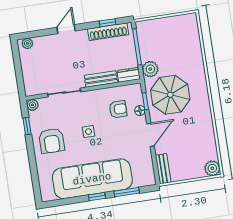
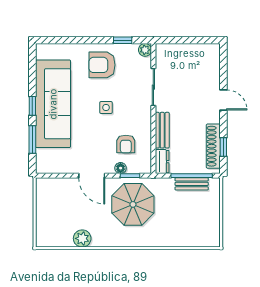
plant: (27, 43) -> (214, 55), removed
plant: (150, 69) -> (165, 187), removed
plant: (212, 168) -> (82, 238), moved
bench: (163, 169) -> (192, 184), moved

